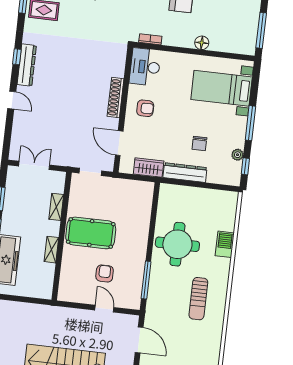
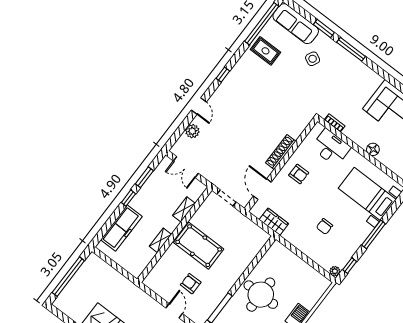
dresser: (27, 65) -> (227, 86), removed
desk: (145, 67) -> (331, 147), moved, turned 90
plant: (20, 128) -> (192, 131), added
plant: (237, 155) -> (335, 271), moved
double door: (34, 165) -> (186, 167), swing flipped
dresser: (185, 173) -> (300, 242), removed
armchair: (105, 273) -> (191, 284), turned -90

